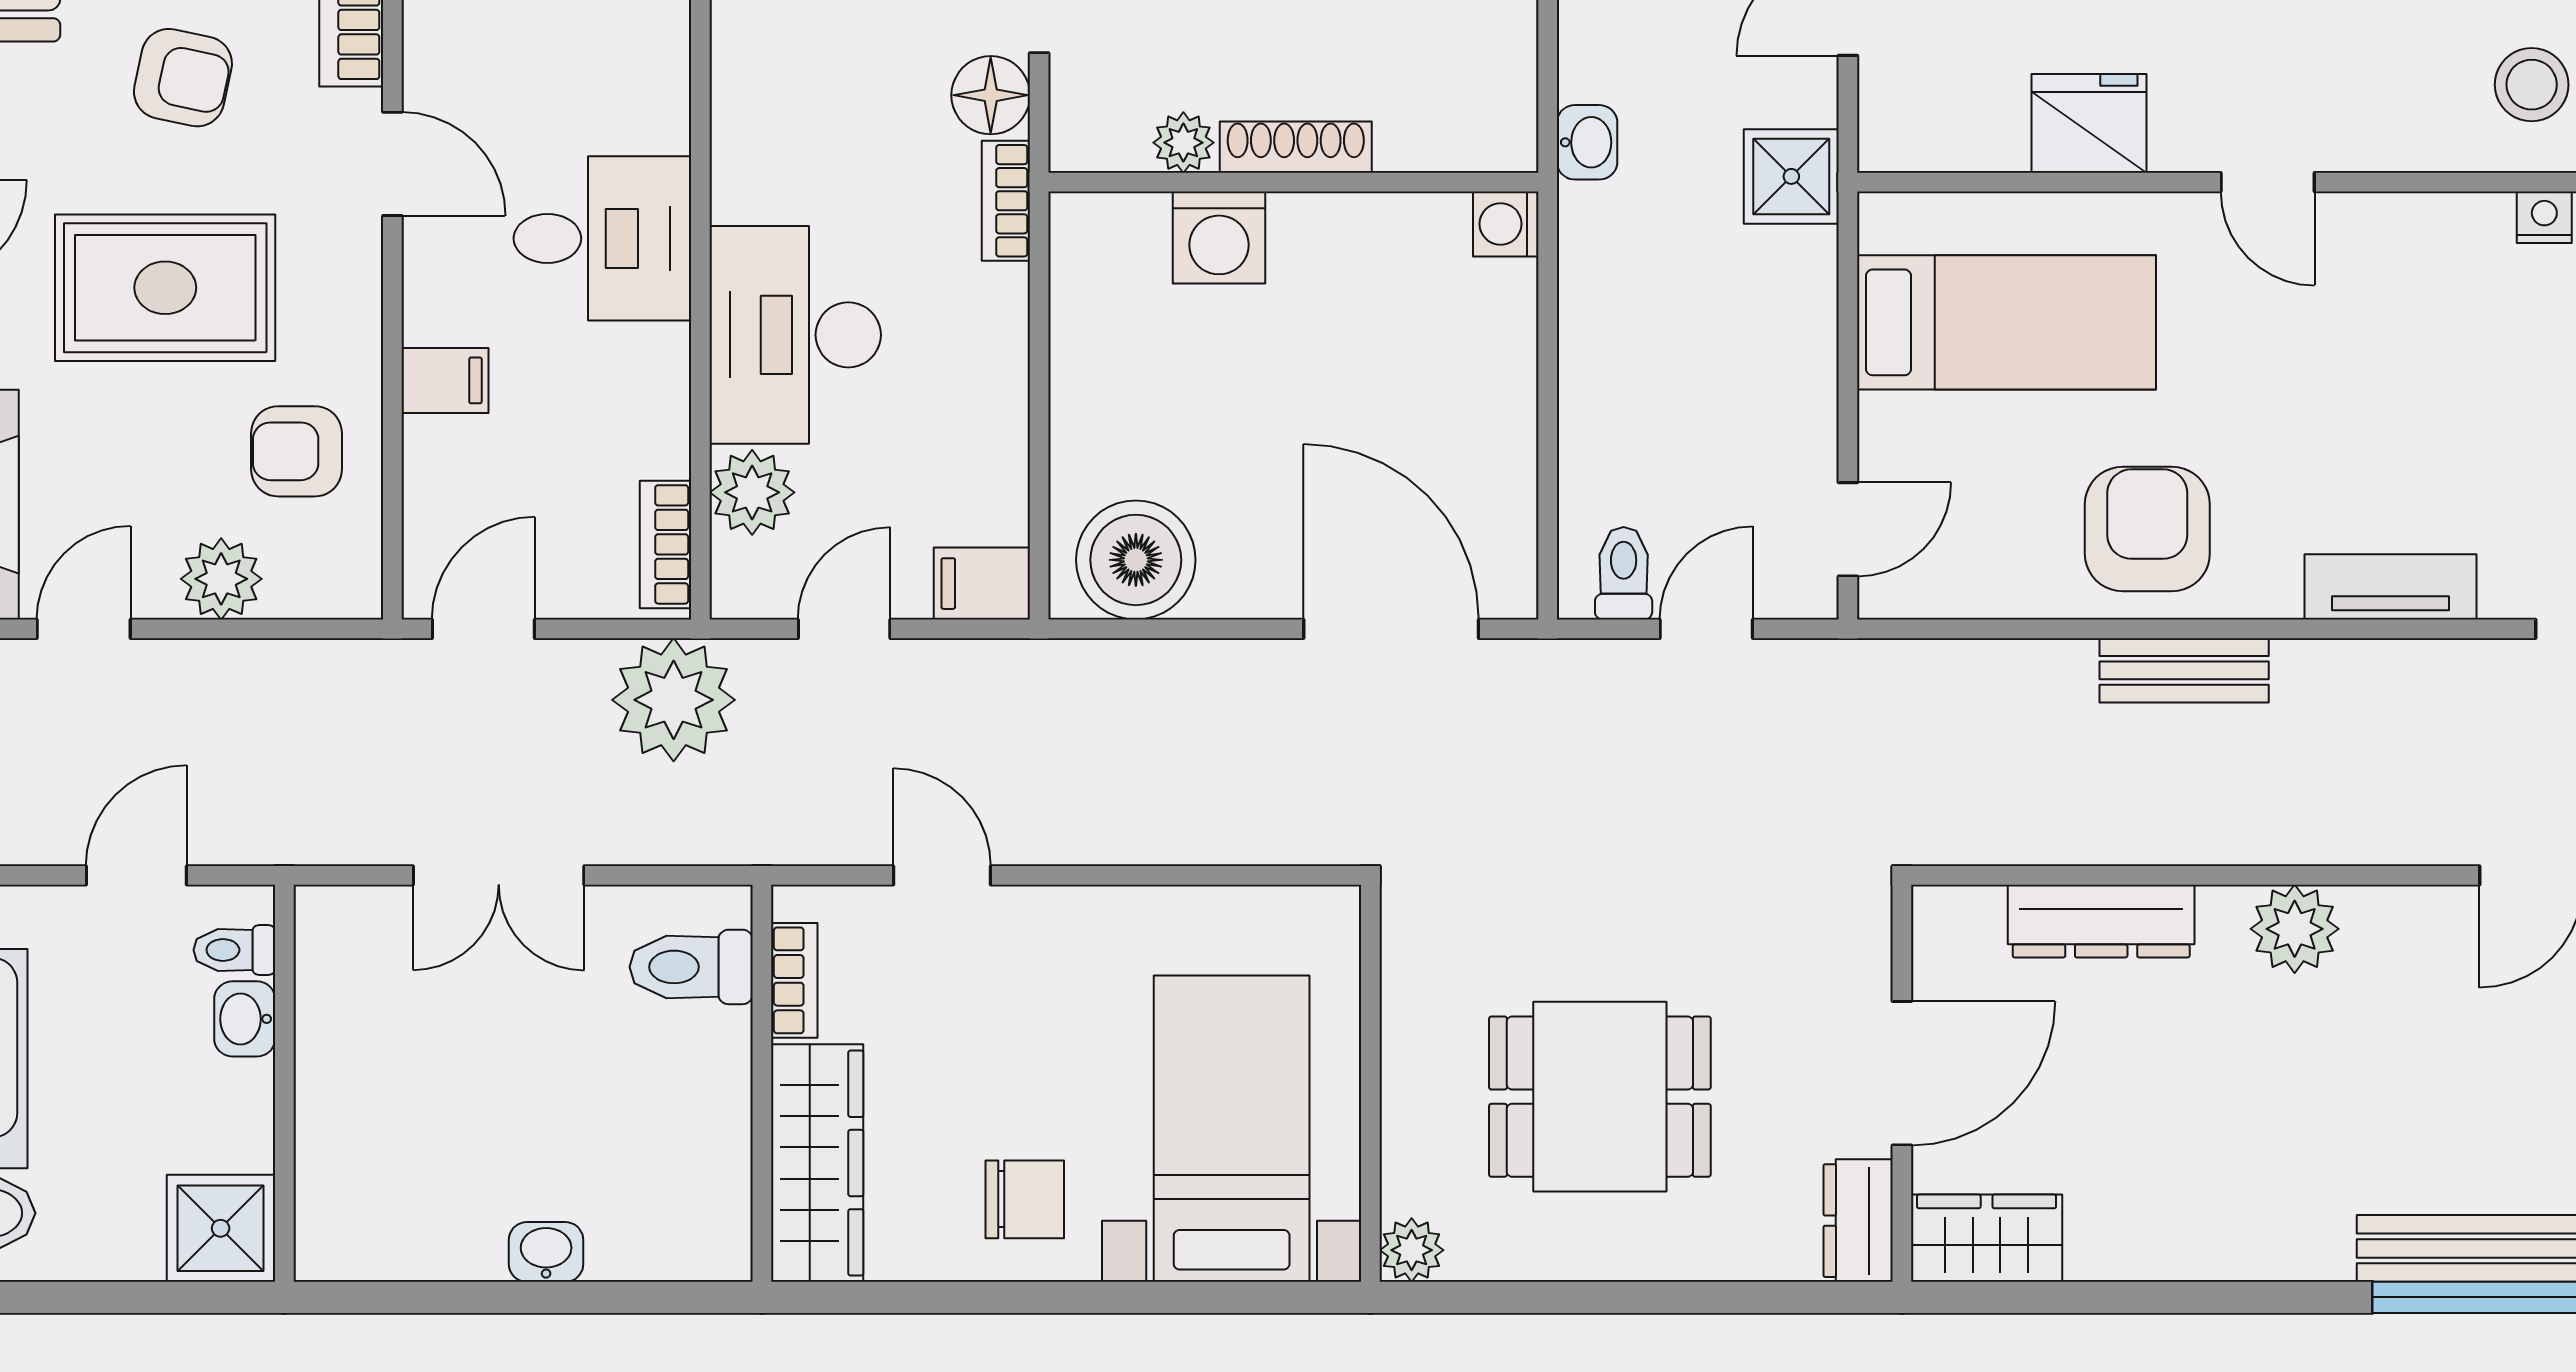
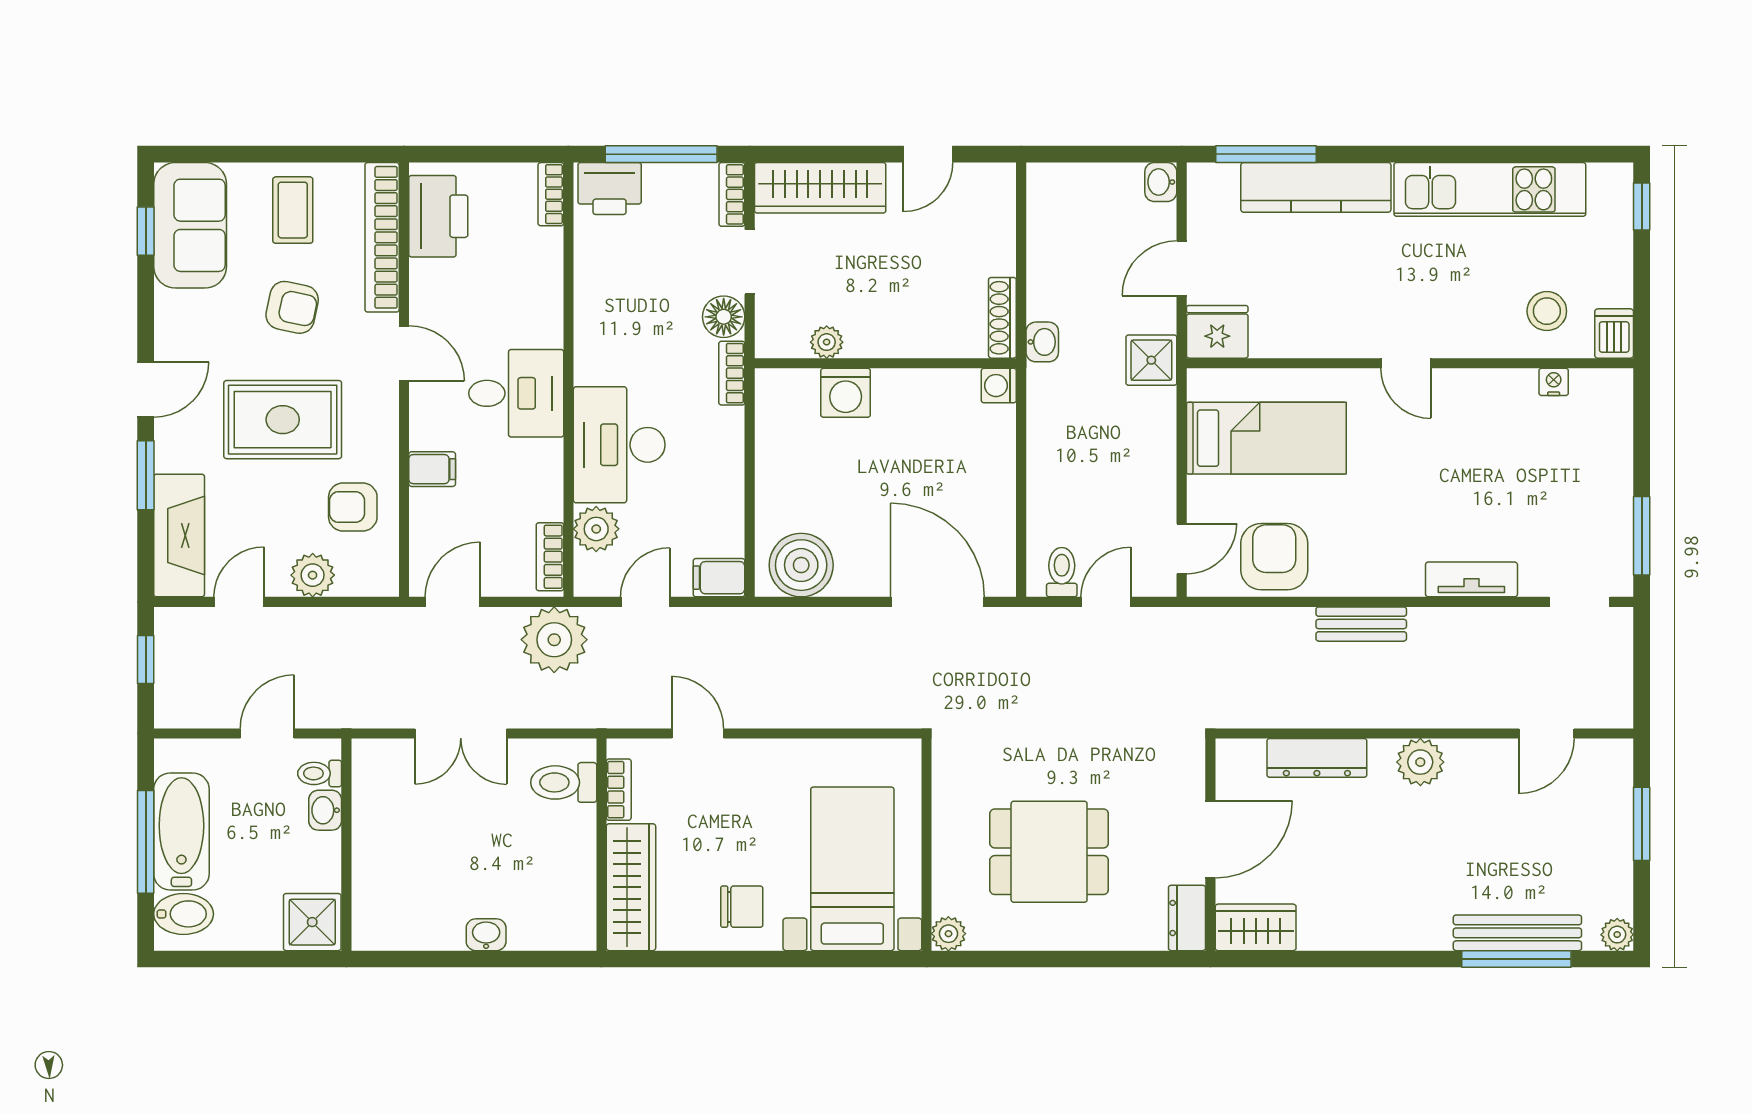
fridge: (2089, 123) -> (1217, 332), moved
shoe rack: (1296, 147) -> (1002, 318), moved, turned -90
armchair: (2147, 529) -> (1274, 557), moved

